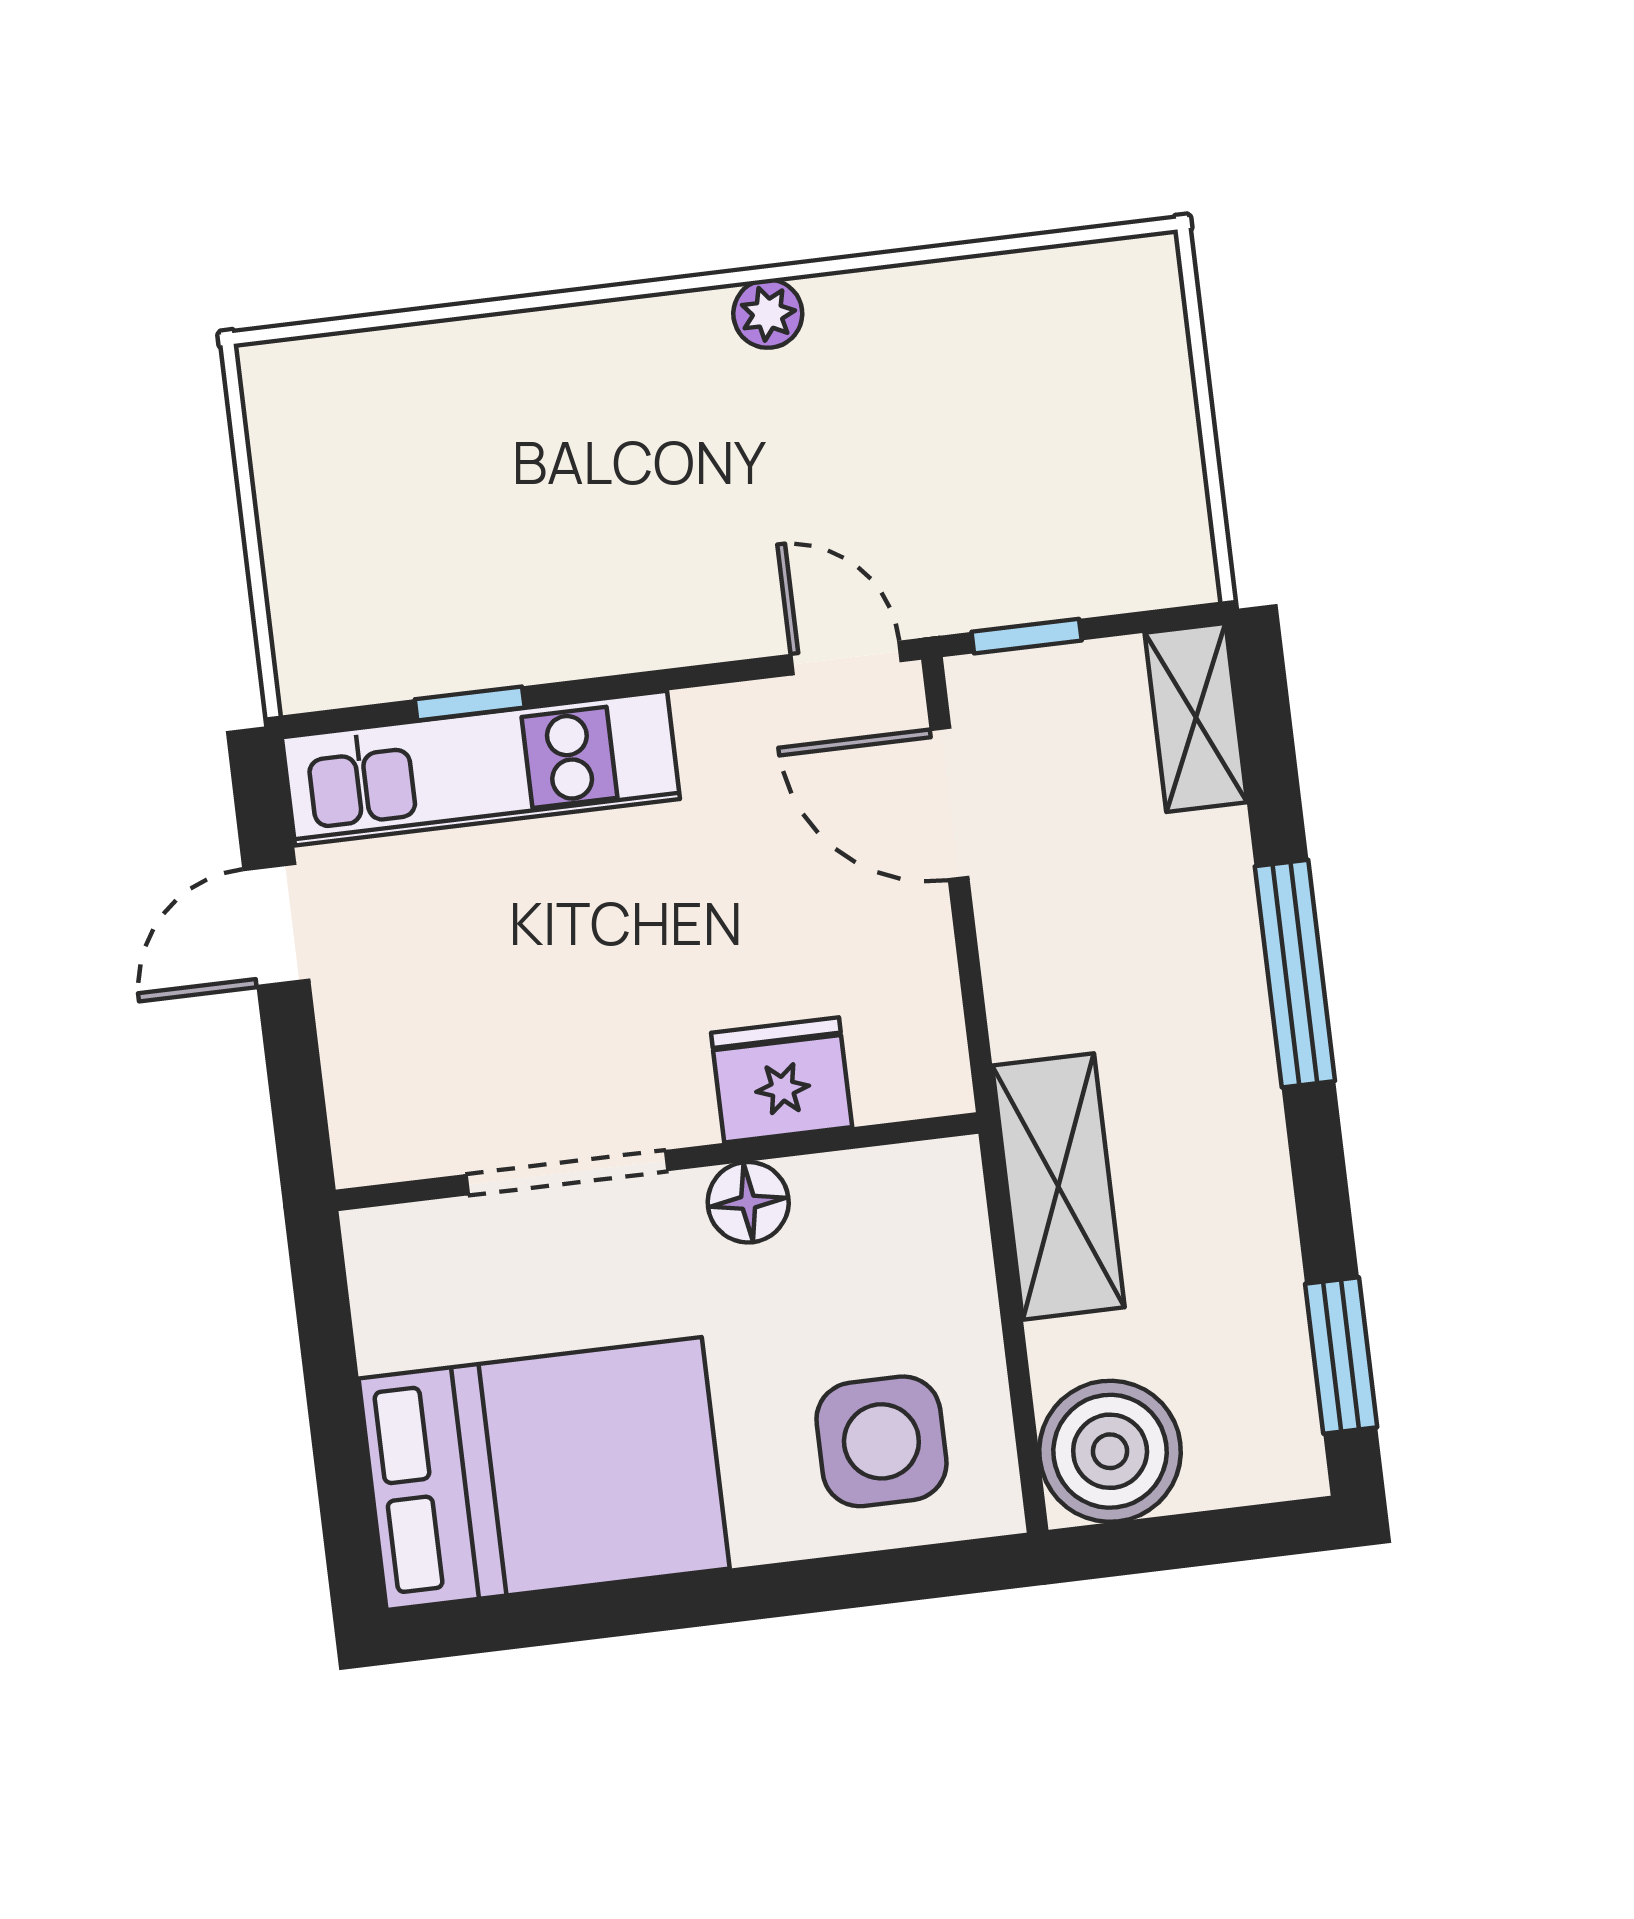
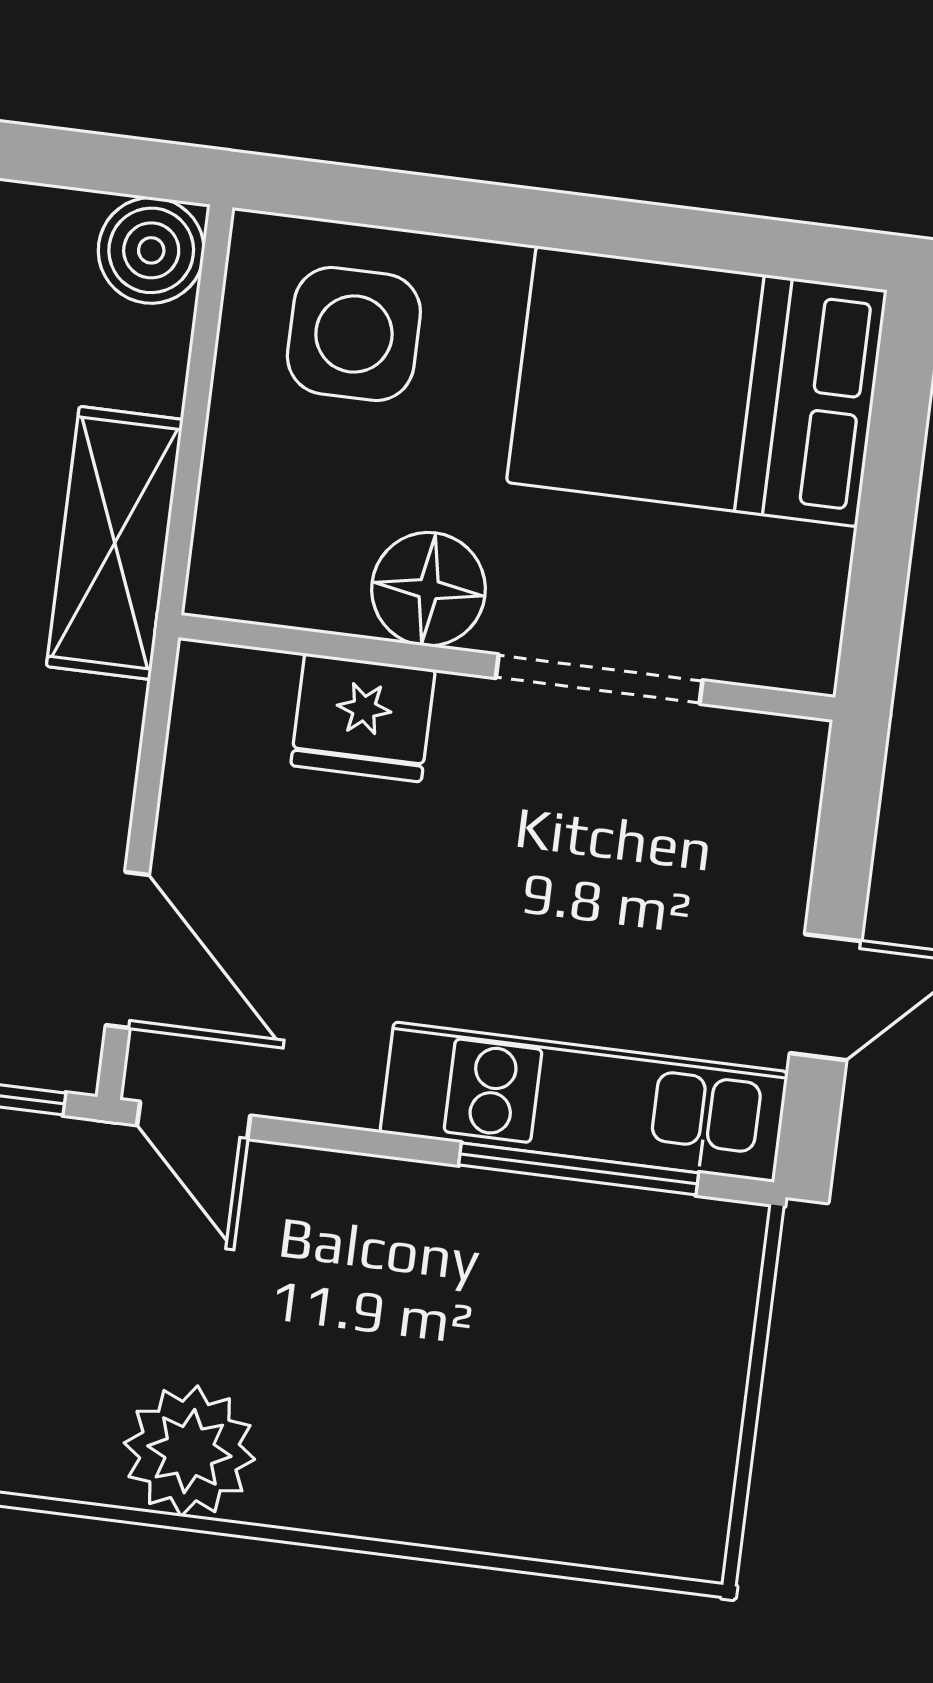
plant: (768, 314) -> (189, 1451), width x1.88, depth x1.88
window: (470, 703) -> (579, 1169), width x2.17
floor lamp: (748, 1202) -> (429, 589), width x1.38, depth x1.38
boiler: (1110, 1451) -> (151, 250), width x0.73, depth x0.73

